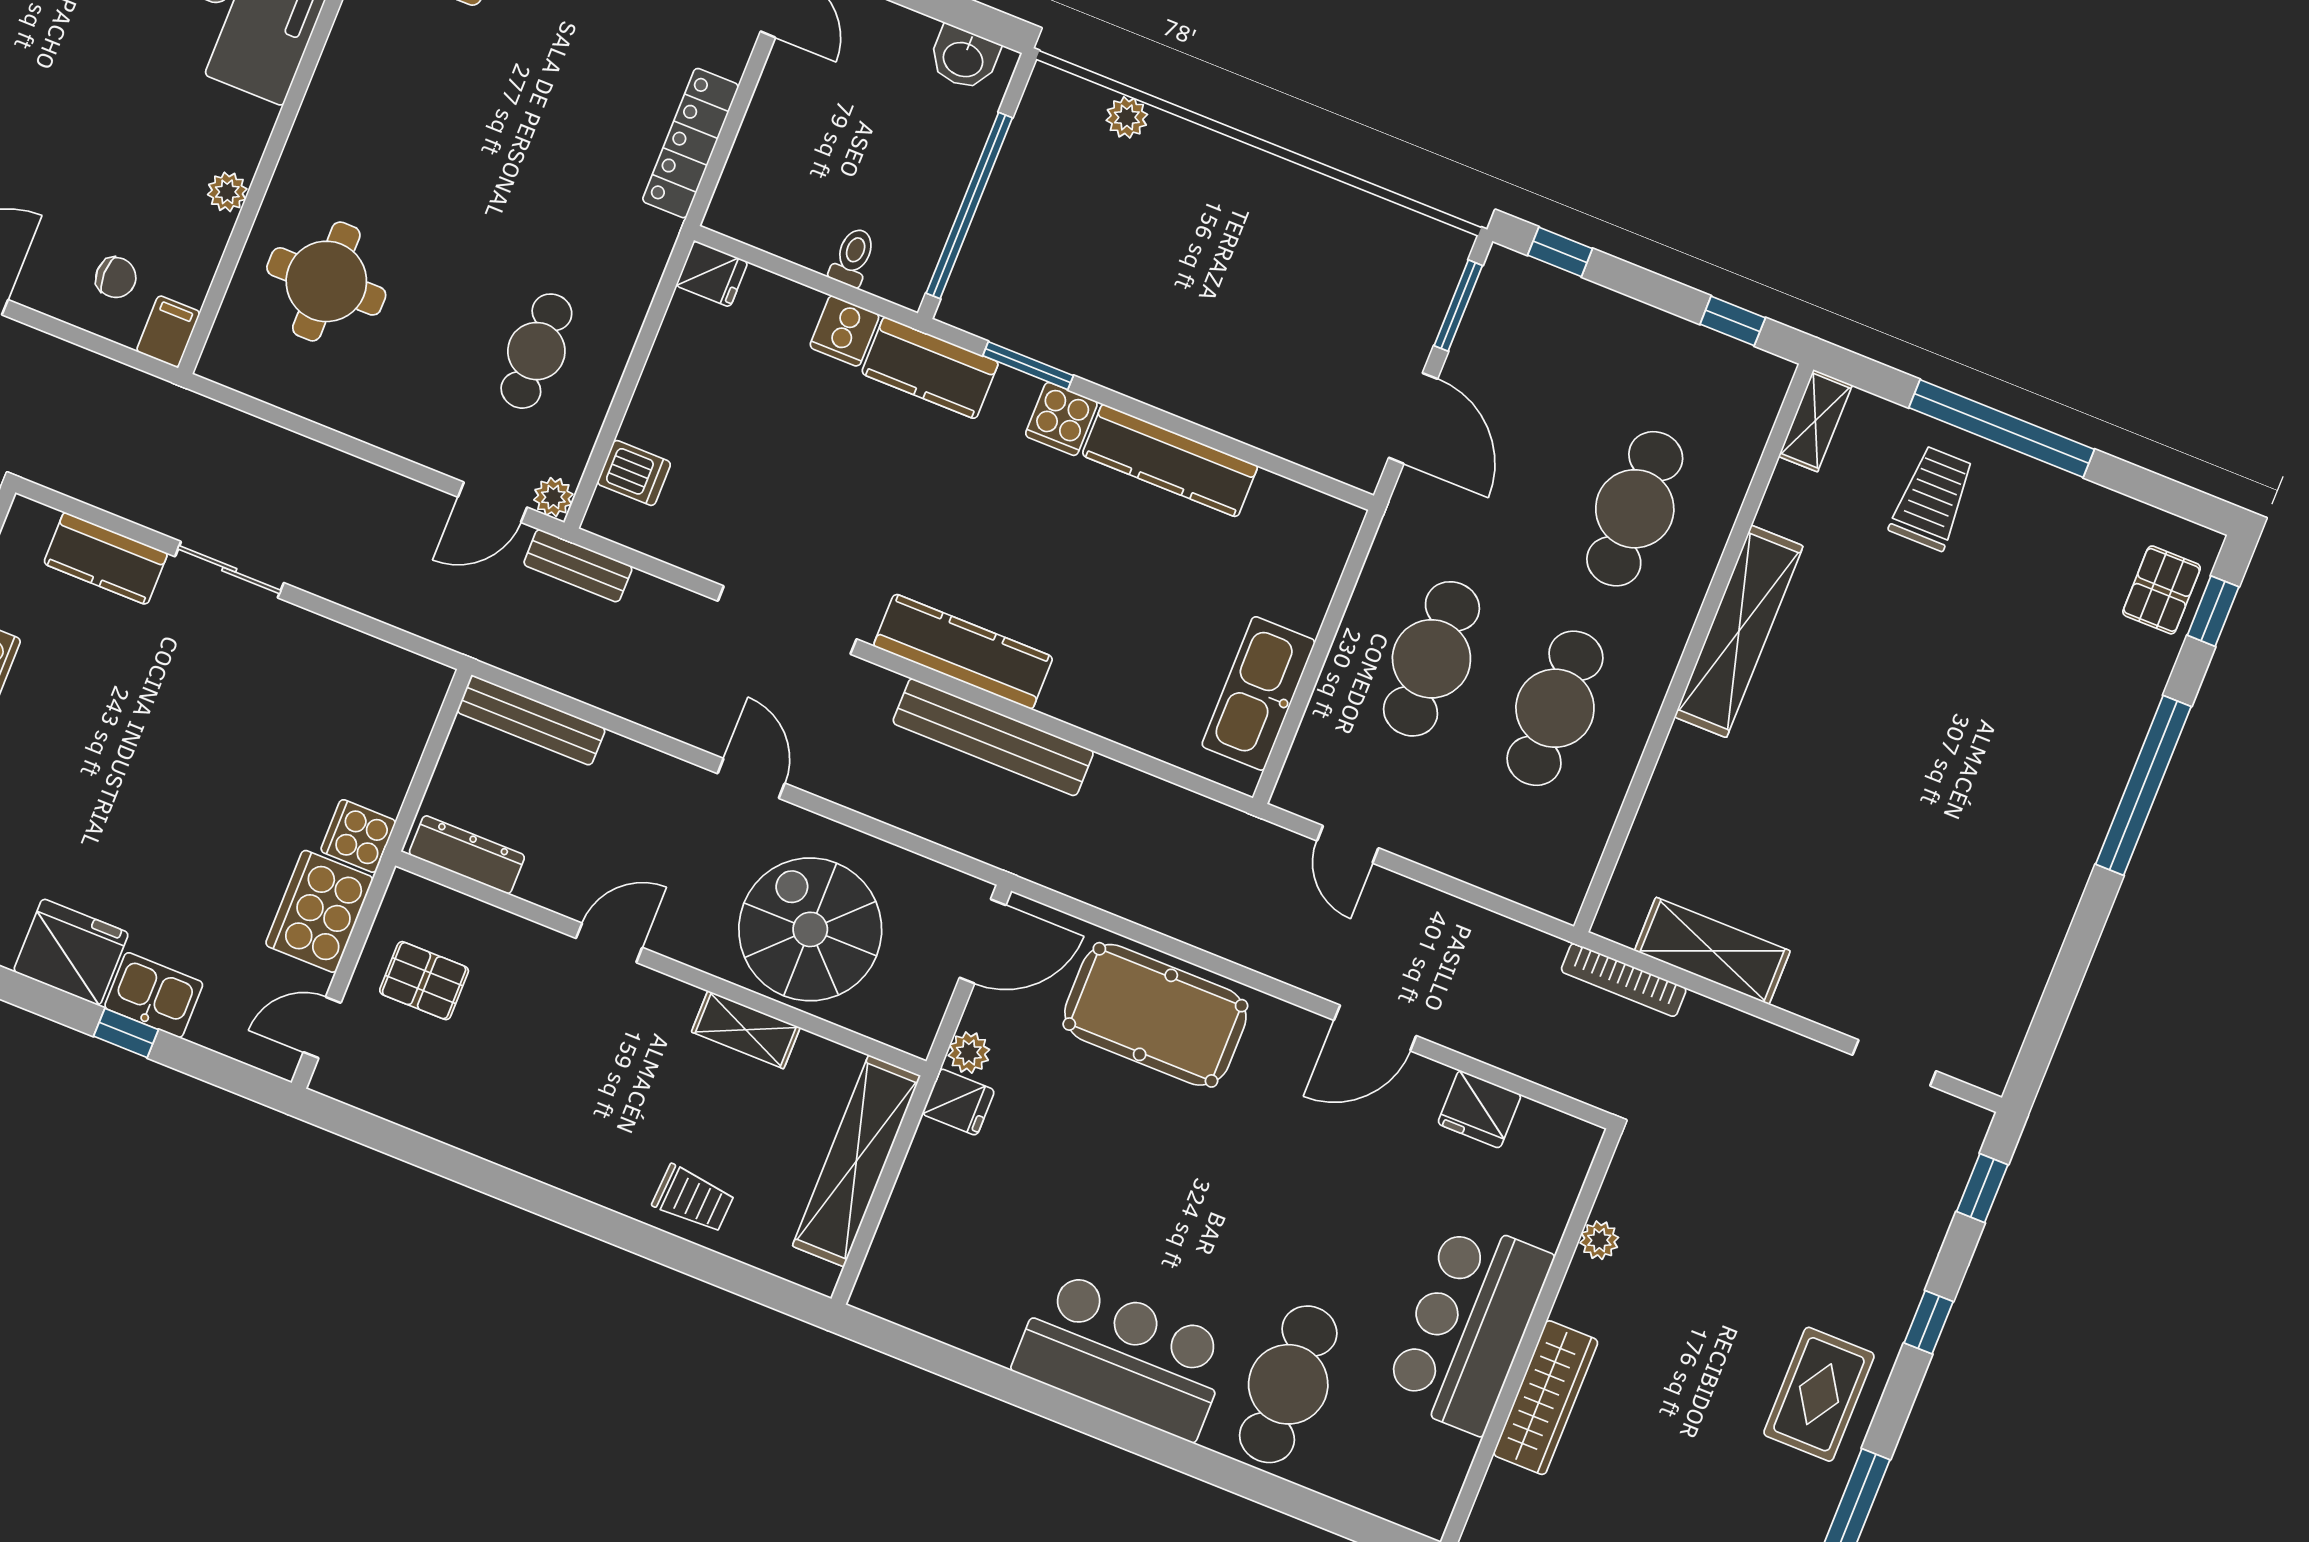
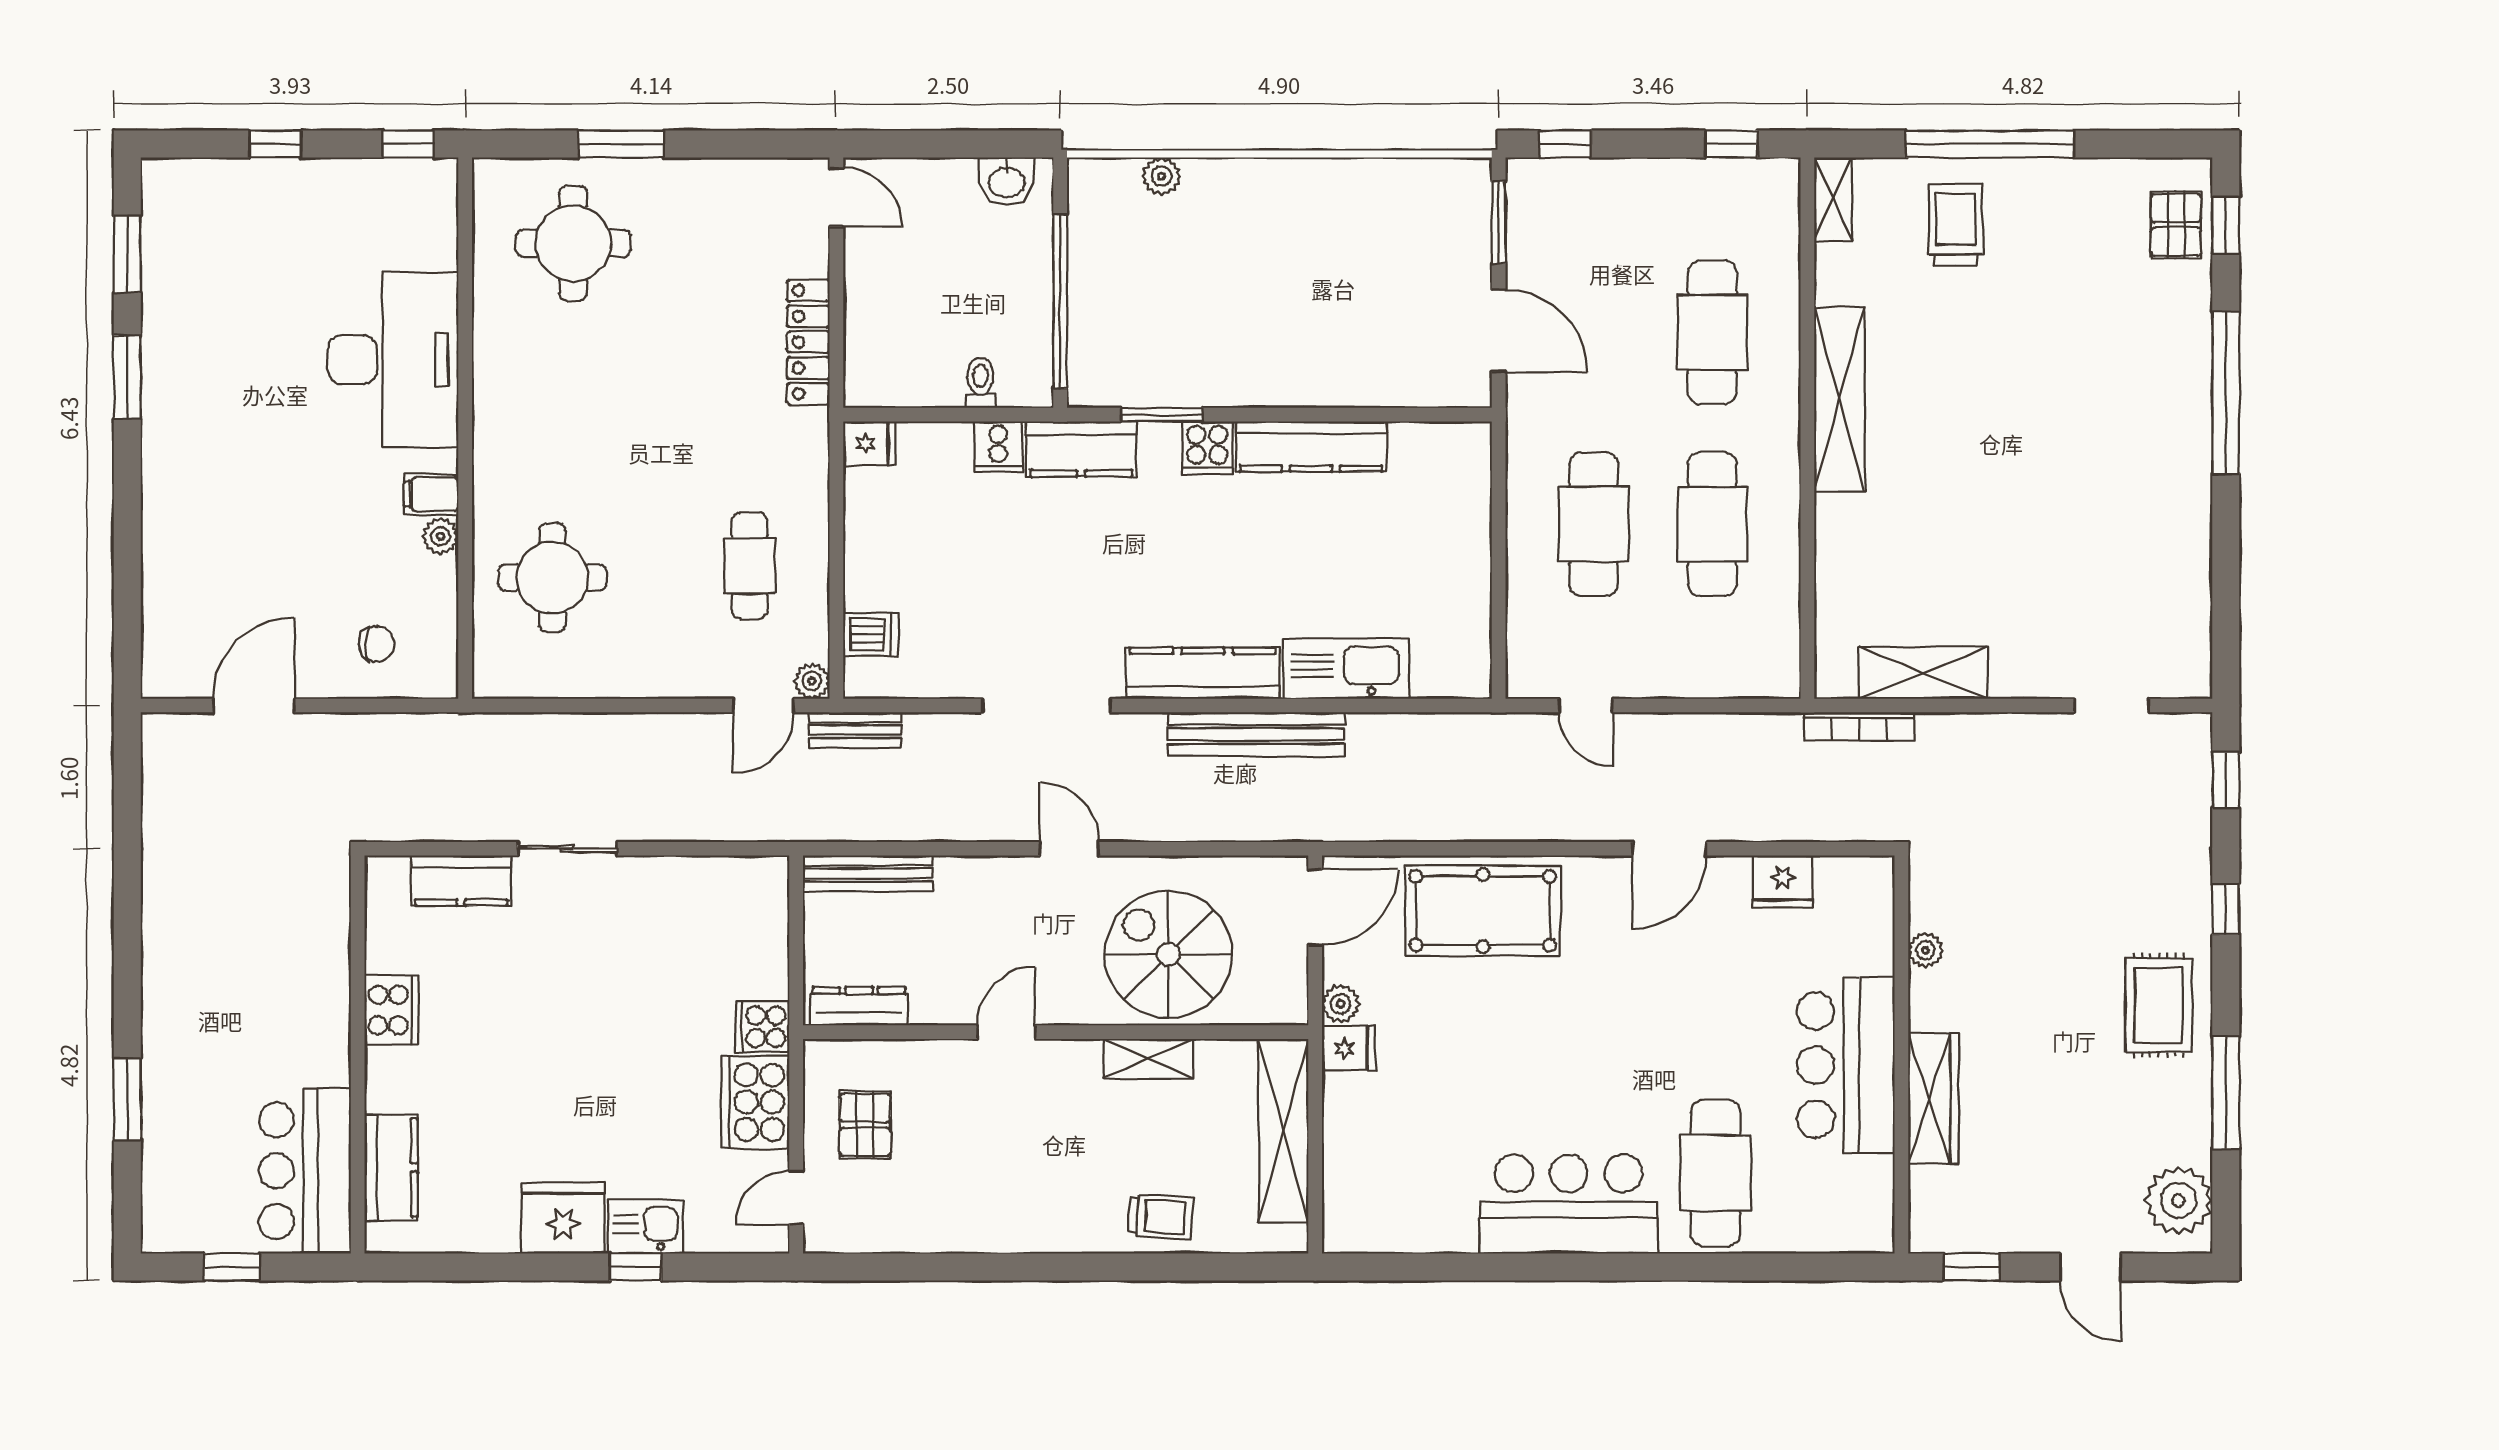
filing cabinet: (168, 332) -> (431, 494), moved, turned -90
kitchen sink: (1258, 693) -> (1346, 669), moved, turned 90
pallet: (424, 981) -> (865, 1125), turned 90

